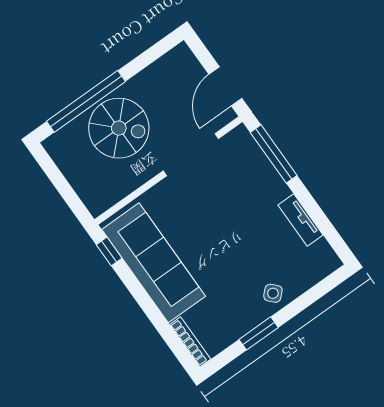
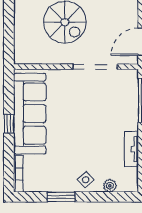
window: (109, 251) -> (9, 124), moved
plant: (306, 280) -> (110, 186), added

